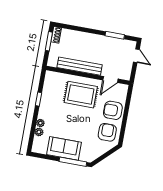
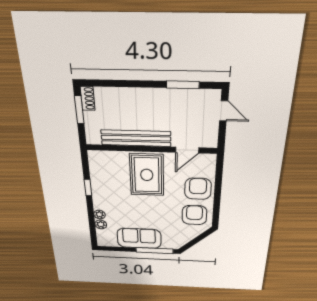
rug: (81, 95) -> (147, 175), turned 90
armchair: (113, 110) -> (198, 189), turned 90

